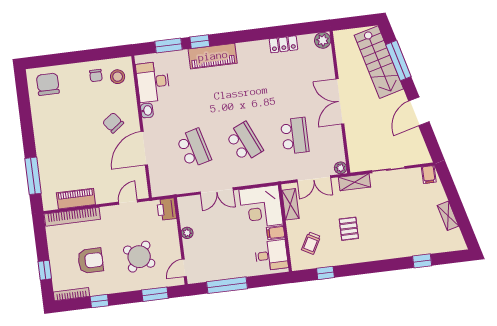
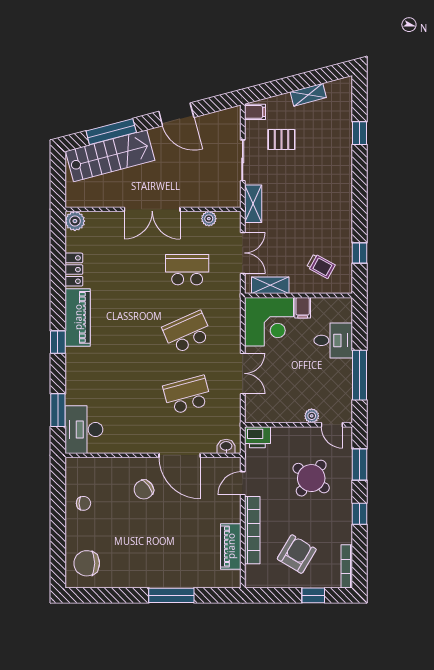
window: (200, 42) -> (58, 342), moved
piano: (213, 56) -> (78, 317), moved
stool: (118, 77) -> (88, 477), removed
desk: (153, 82) -> (84, 430), moved, turned 90
washbasin: (147, 111) -> (226, 446), moved
plant: (341, 168) -> (209, 219), moved
window: (33, 176) -> (171, 595), moved
door: (128, 202) -> (243, 483), hinge flipped
bookcase: (72, 217) -> (252, 530), moved
pallet: (349, 229) -> (281, 140), moved
plant: (187, 233) -> (312, 416), moved
desk: (271, 255) -> (333, 340), moved, turned 90
armchair: (91, 261) -> (297, 554), moved, turned 31
window: (99, 301) -> (359, 514), moved

